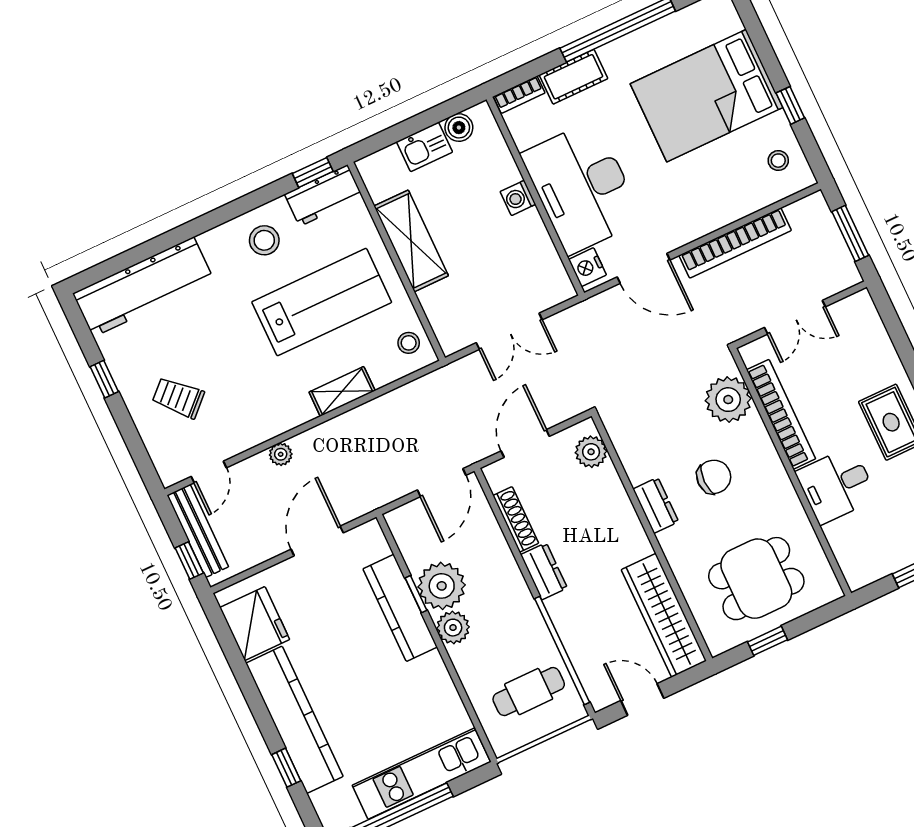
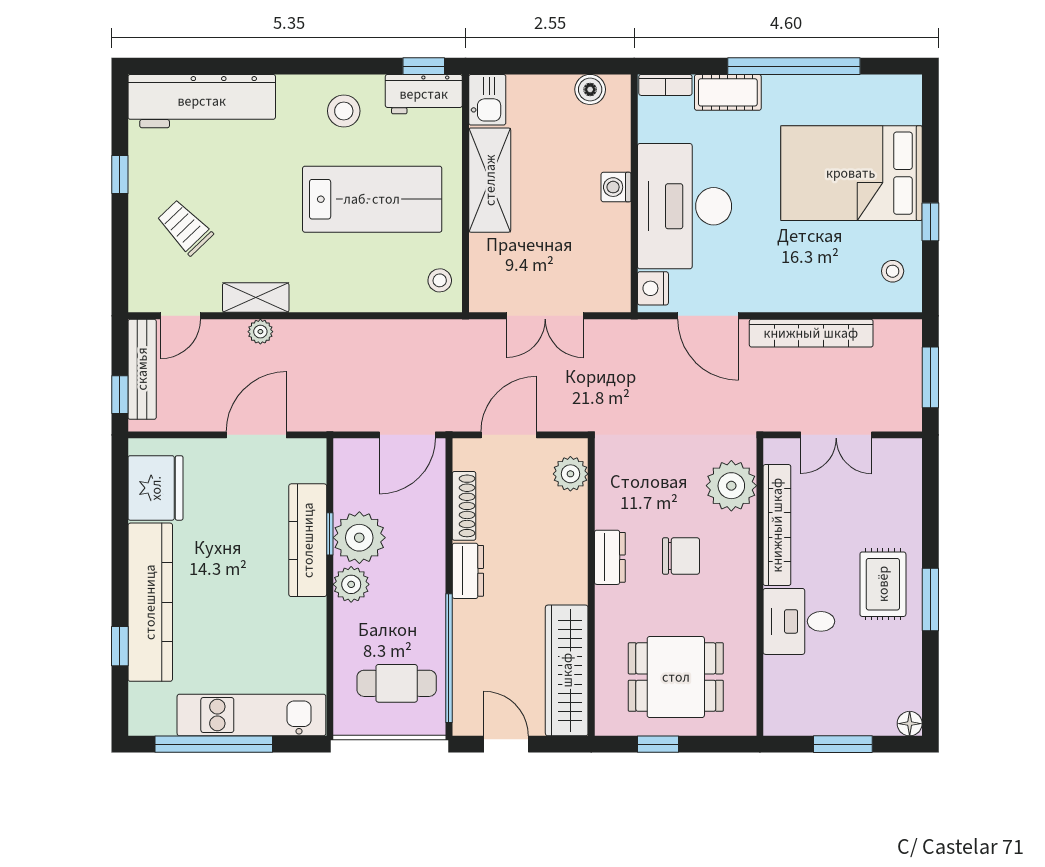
kitchen sink: (425, 147) -> (487, 100), moved, turned -90
shelving: (342, 391) -> (256, 298), moved

